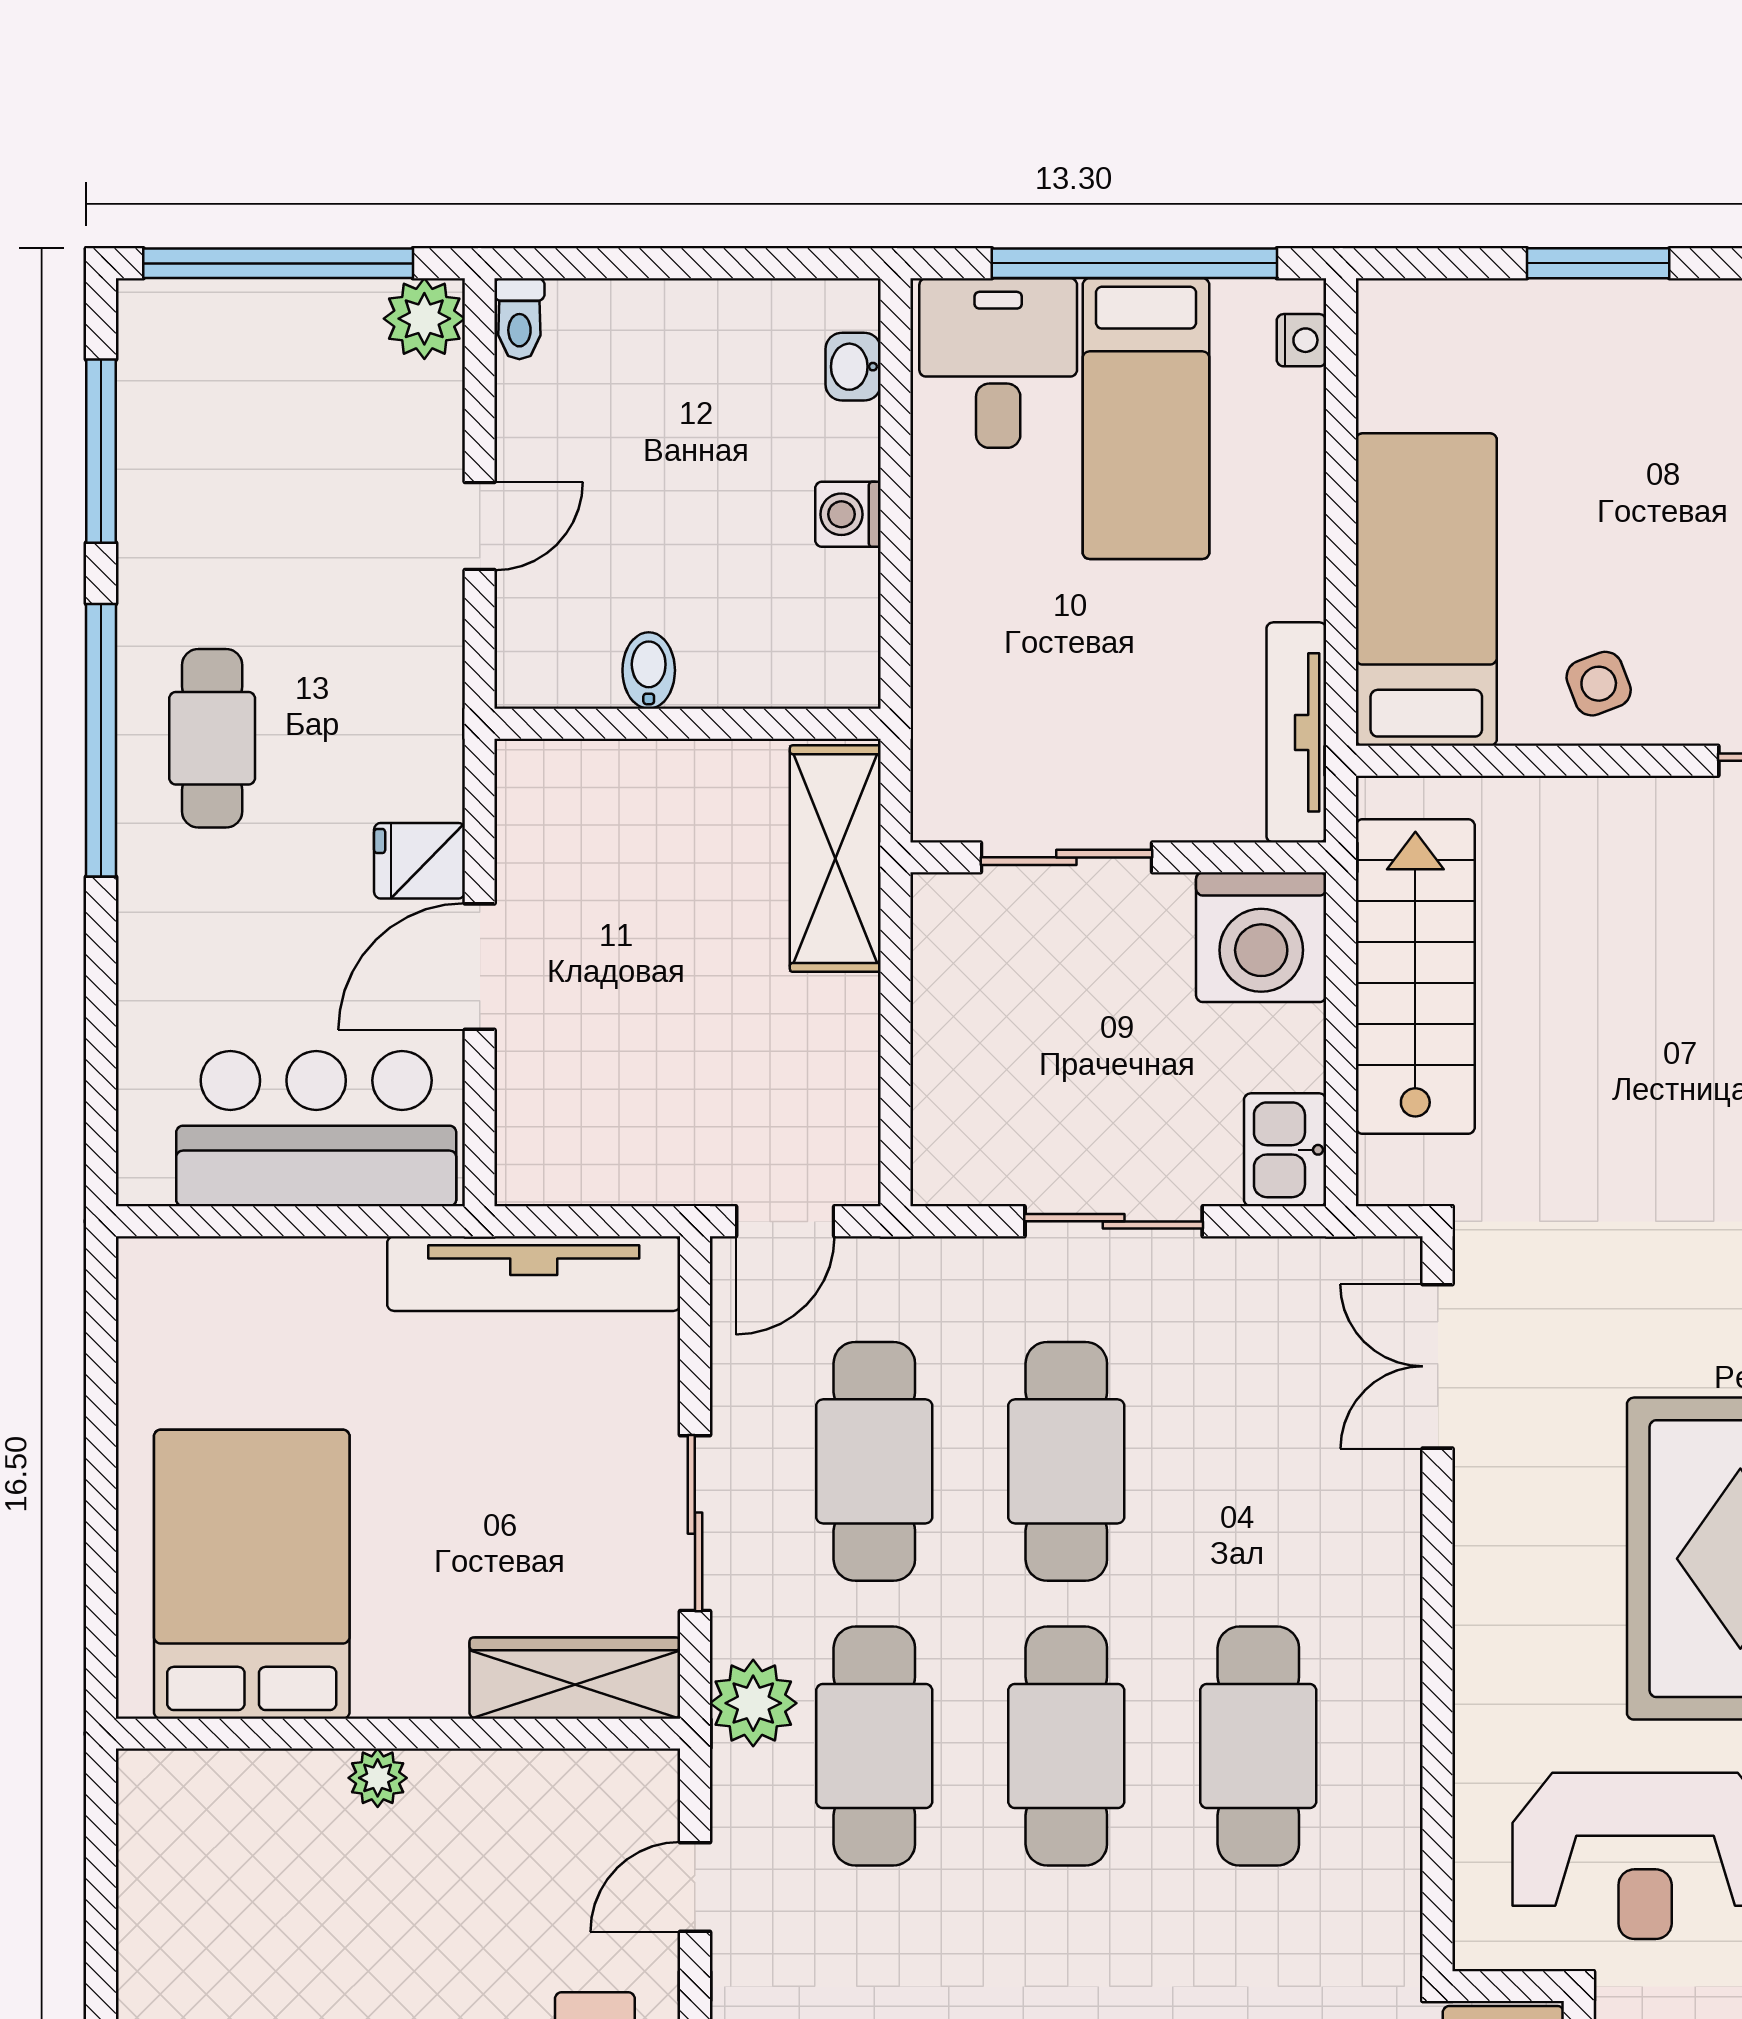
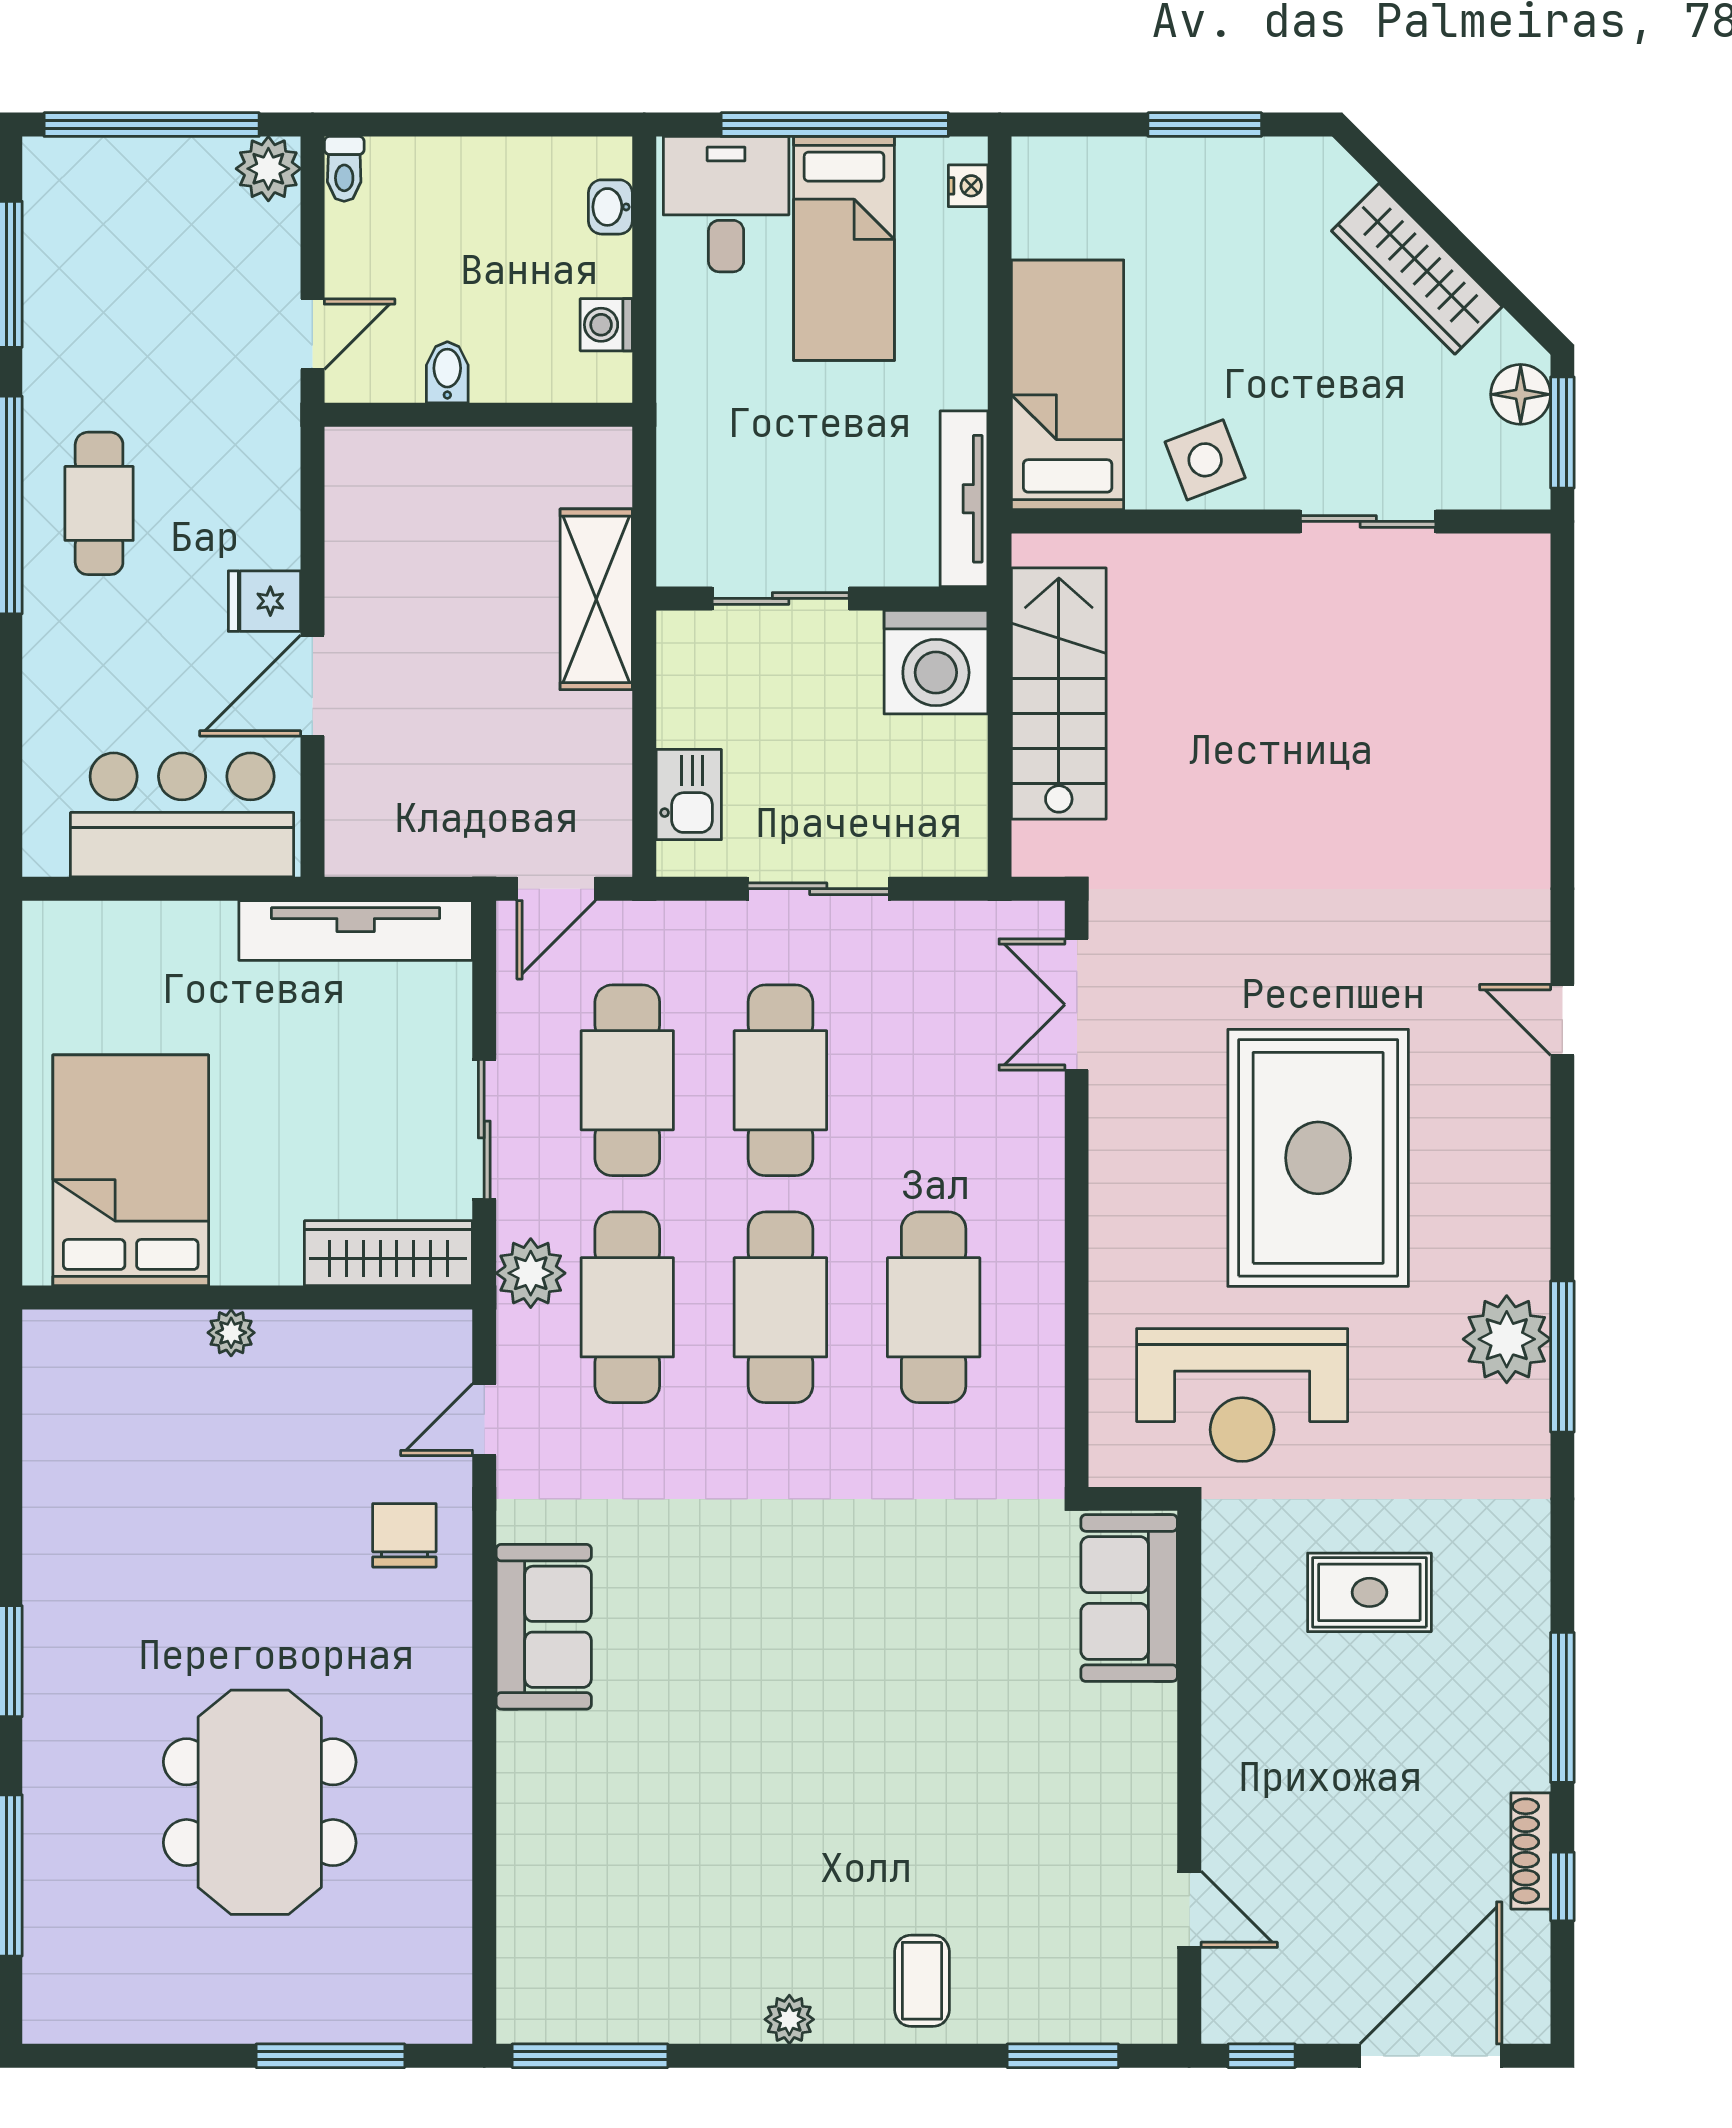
bidet: (649, 670) -> (447, 372), moved
side table: (1599, 684) -> (1205, 460), width x1.37, depth x1.37
wall: (688, 724) -> (478, 415), moved
kitchen sink: (1285, 1150) -> (689, 795), moved, turned 180

